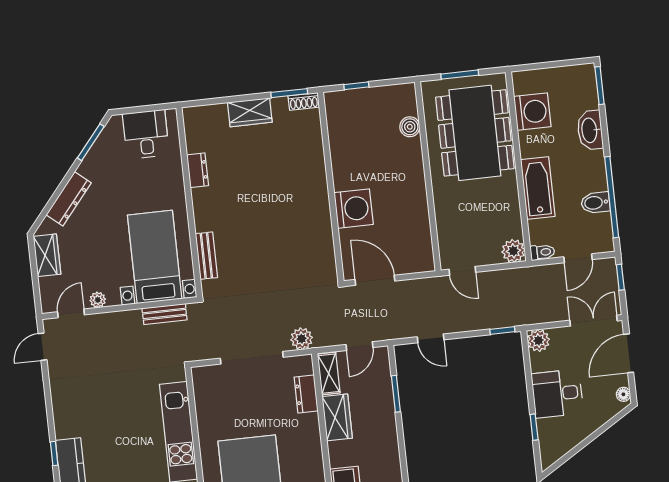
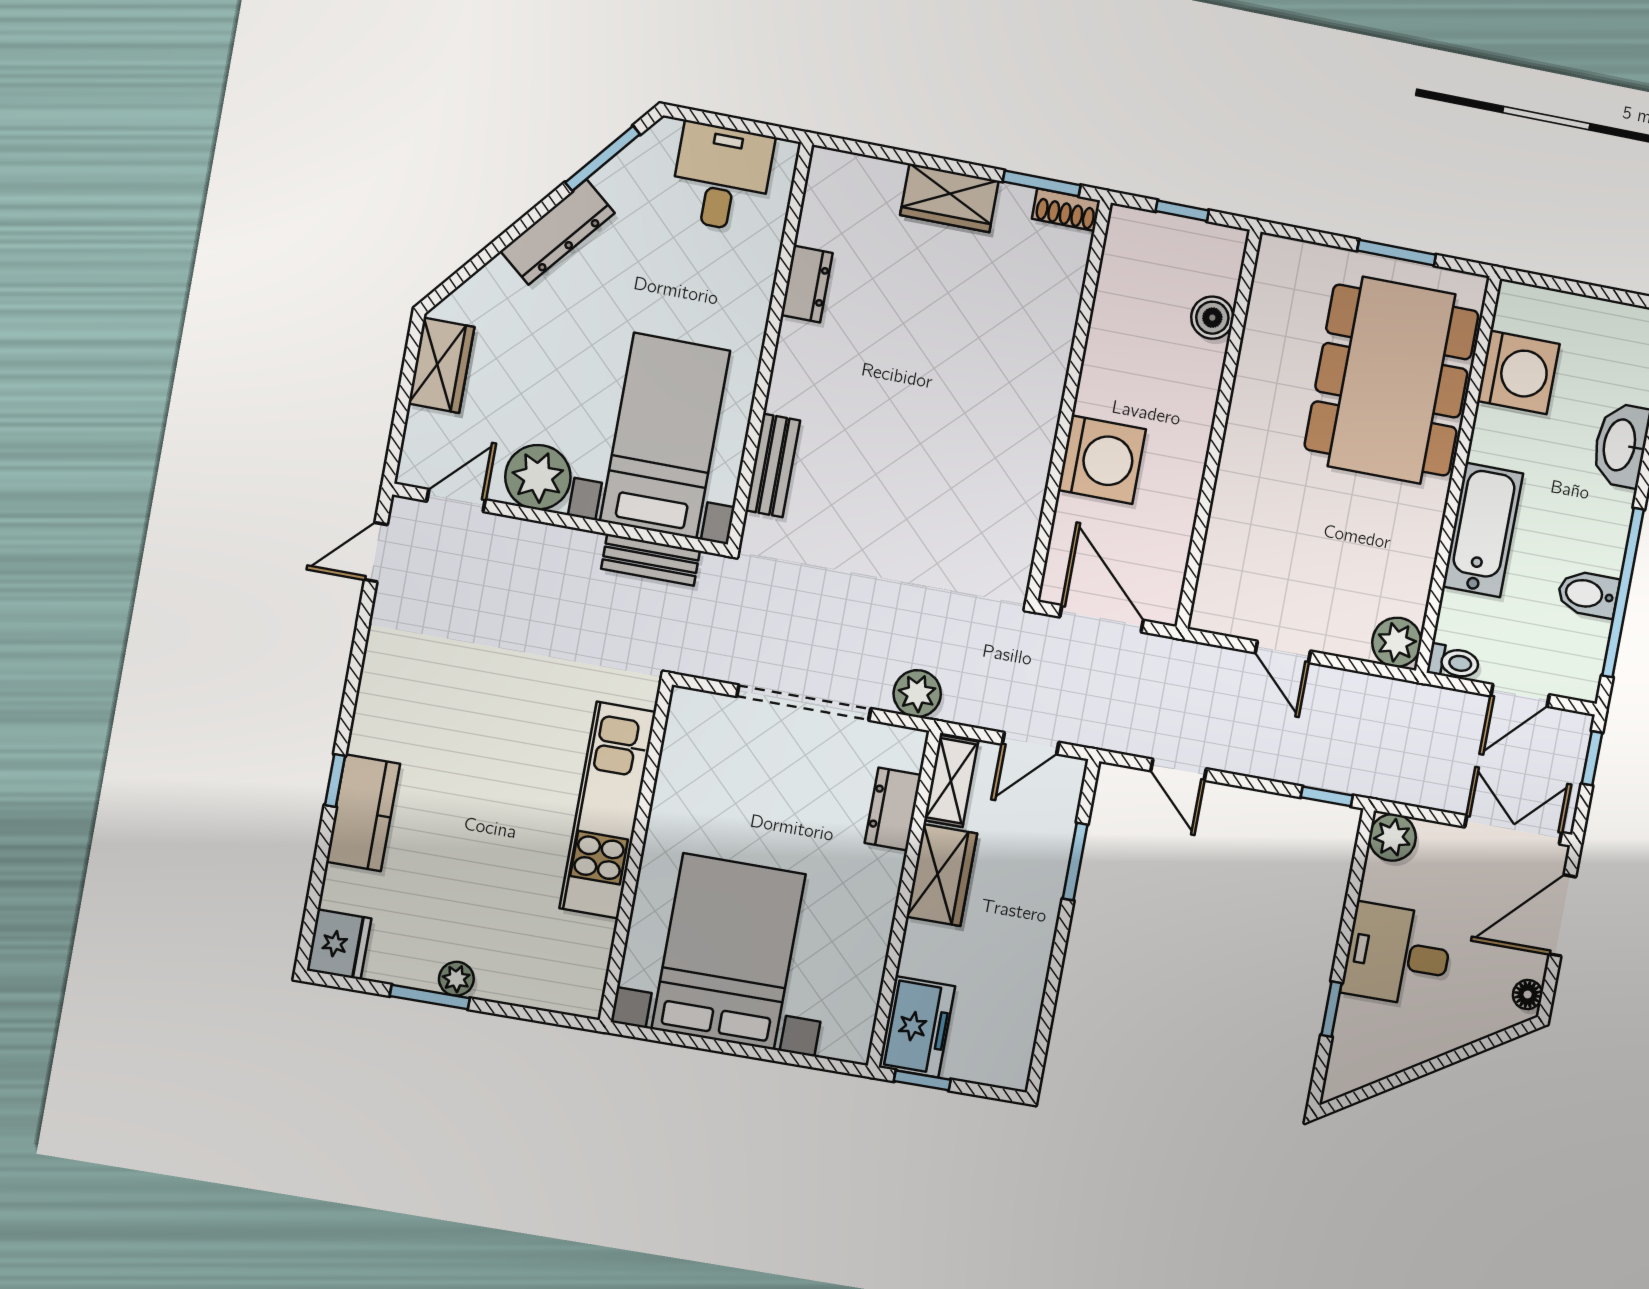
boiler: (410, 127) -> (1212, 318), moved
wall: (428, 176) -> (1218, 430), moved
dresser: (69, 199) -> (558, 232), moved
plant: (98, 300) -> (538, 477), width x1.88, depth x1.88

